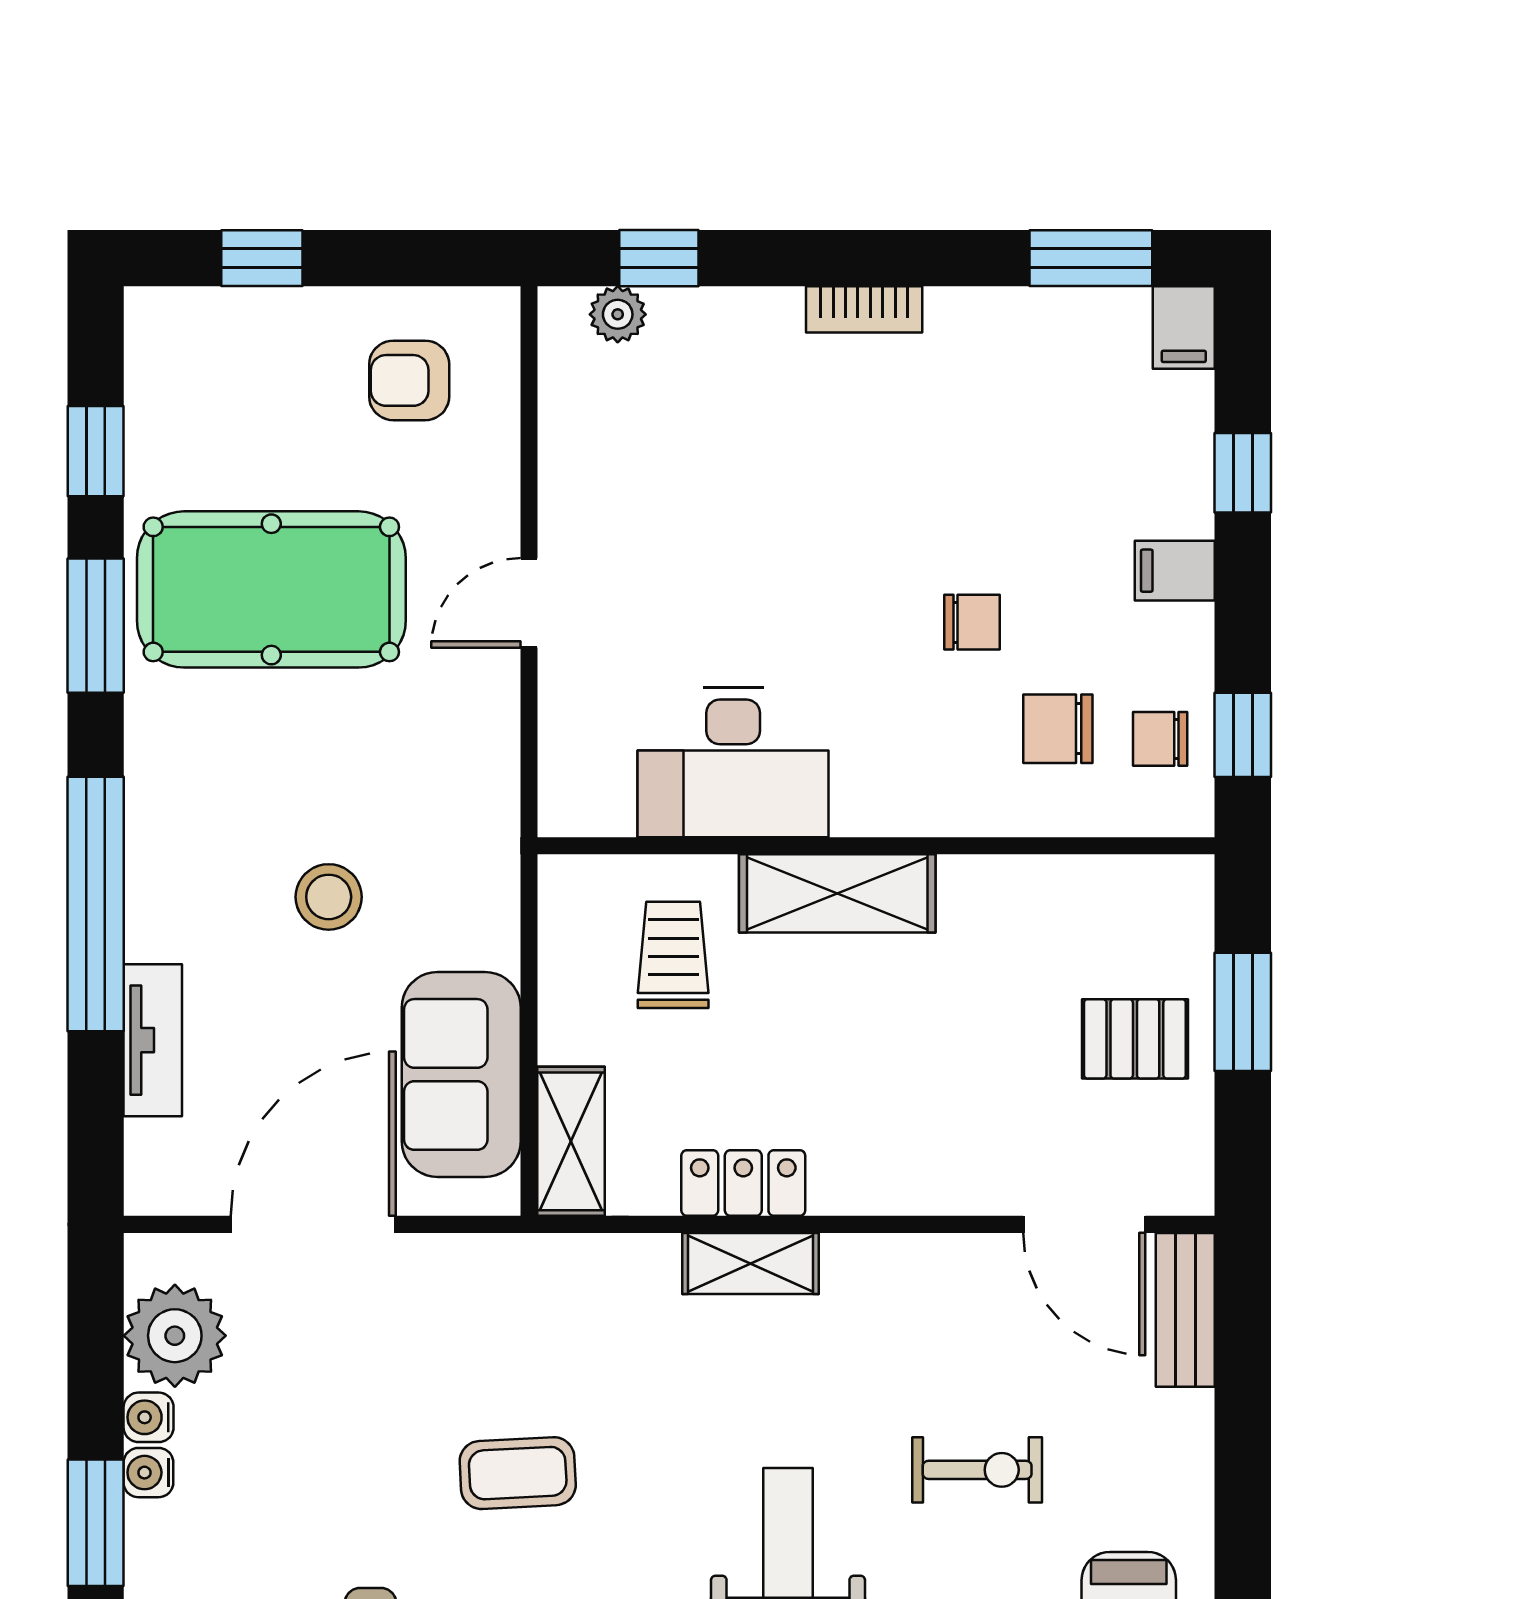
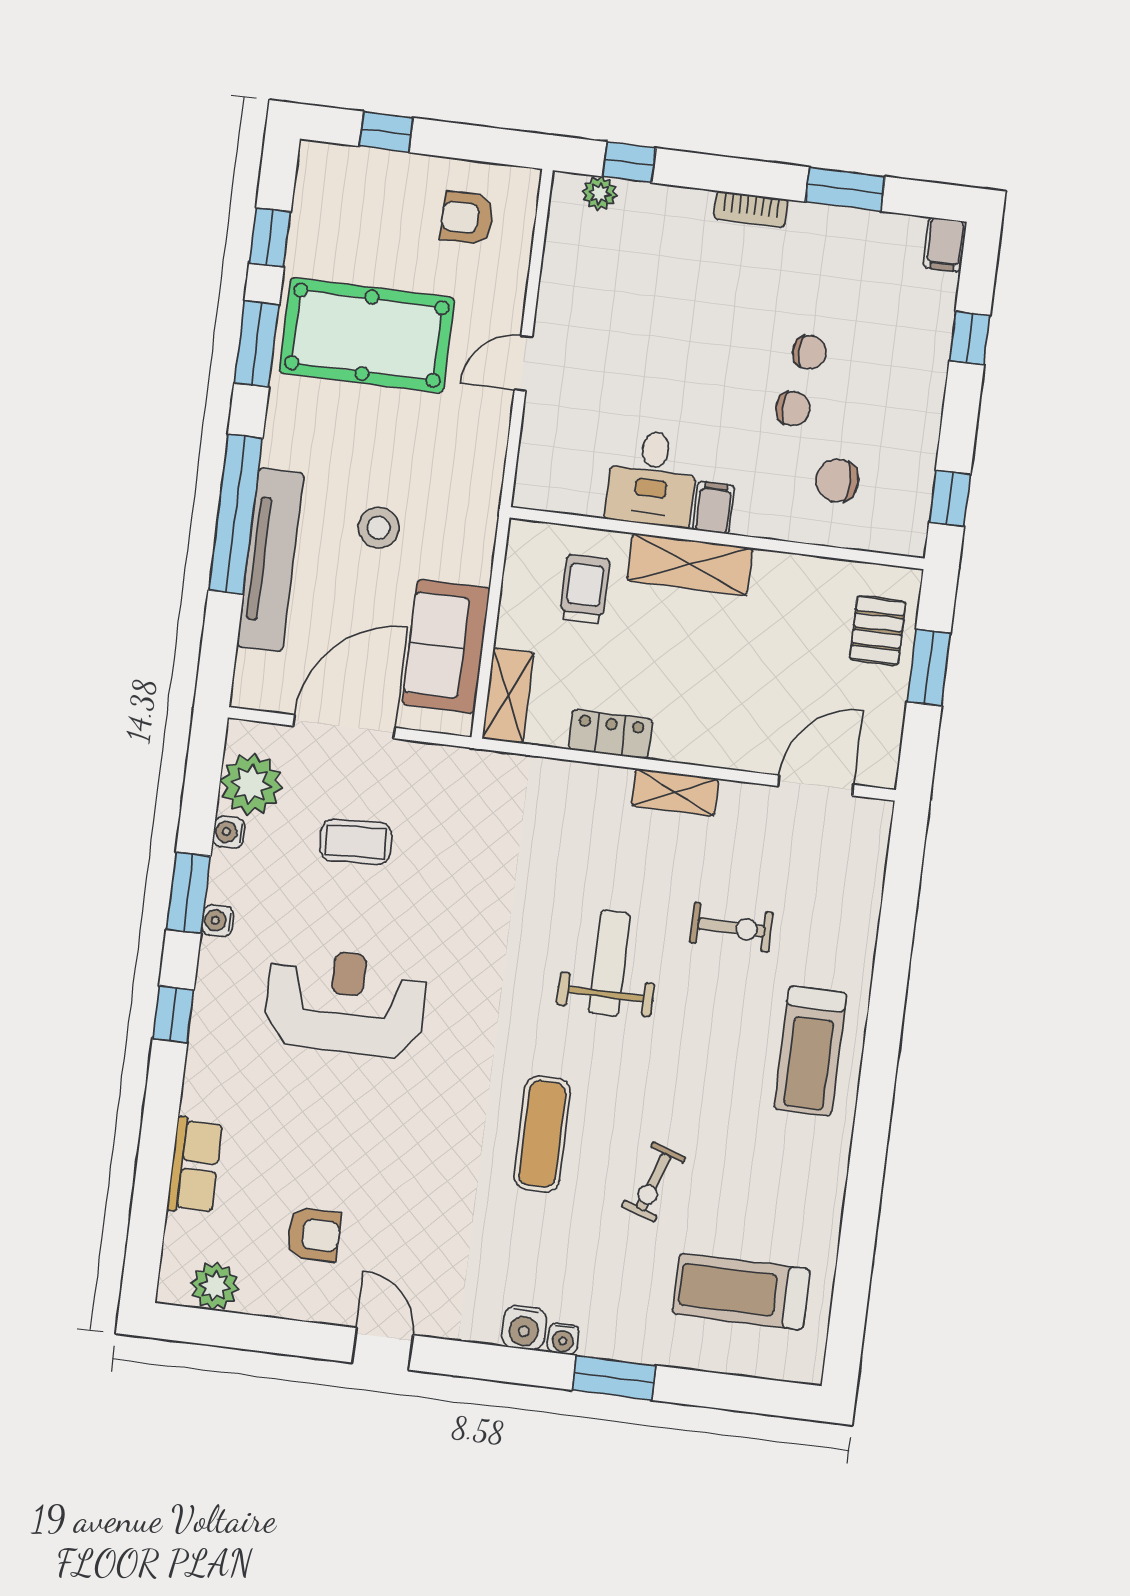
window: (1091, 258) -> (845, 189), moved
filing cabinet: (1175, 571) -> (714, 508), moved, turned 90
chair: (1160, 739) -> (809, 352), moved, turned 180
desk: (733, 762) -> (652, 478), width x0.73
pallet: (1135, 1039) -> (878, 630), moved, turned 90
tv unit: (153, 1040) -> (270, 560), width x1.92, depth x1.29
door: (1084, 1224) -> (816, 785), swing flipped
shelving: (751, 1263) -> (675, 792), moved
bench: (1185, 1310) -> (871, 845), removed
water cooler: (148, 1473) -> (218, 921), moved
coffee table: (518, 1473) -> (356, 842), moved

